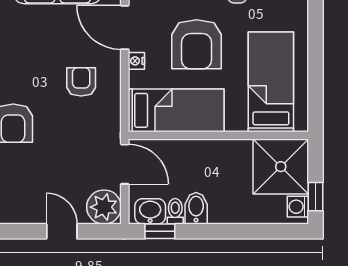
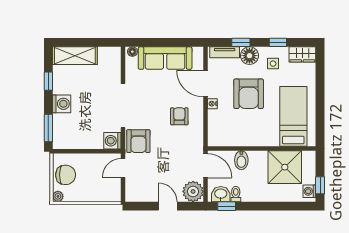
bed: (176, 110) -> (236, 133), removed
shower: (281, 167) -> (285, 167), moved
bidet: (196, 208) -> (241, 160), moved, turned 180

